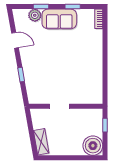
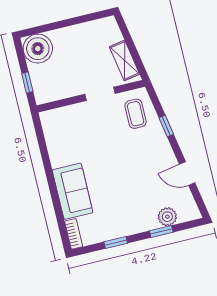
sofa: (59, 19) -> (73, 191), moved, turned 90
coffee table: (39, 88) -> (136, 114), added
shelving: (41, 142) -> (124, 60), moved

